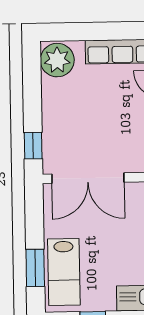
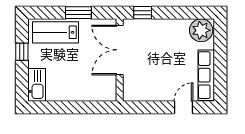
window: (35, 268) -> (78, 13), moved

